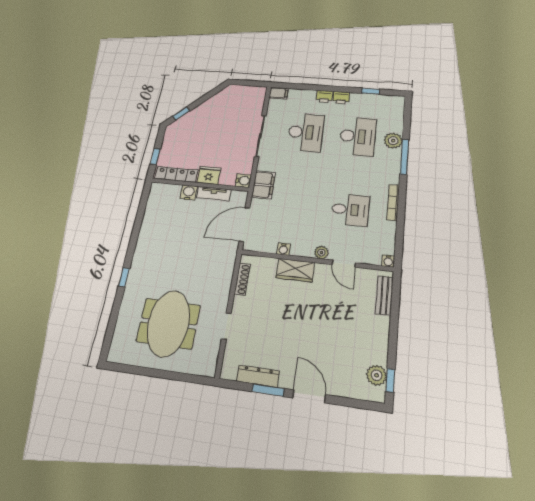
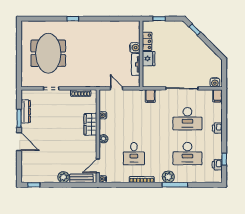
printer: (341, 98) -> (217, 165), moved
plant: (393, 141) -> (168, 177), moved
locker: (176, 174) -> (147, 41), width x0.66
water cooler: (243, 181) -> (215, 82), moved
filing cabinet: (263, 185) -> (150, 96), width x0.50
door: (245, 224) -> (116, 88), width x0.53
door: (344, 264) -> (98, 166), moved
meeting table: (168, 323) -> (48, 53), turned 90
plant: (377, 375) -> (63, 177), moved
door: (309, 396) -> (19, 142), hinge flipped

